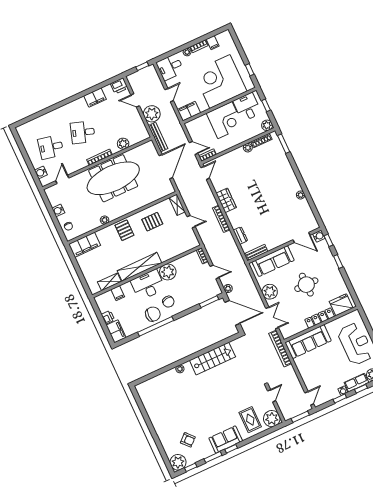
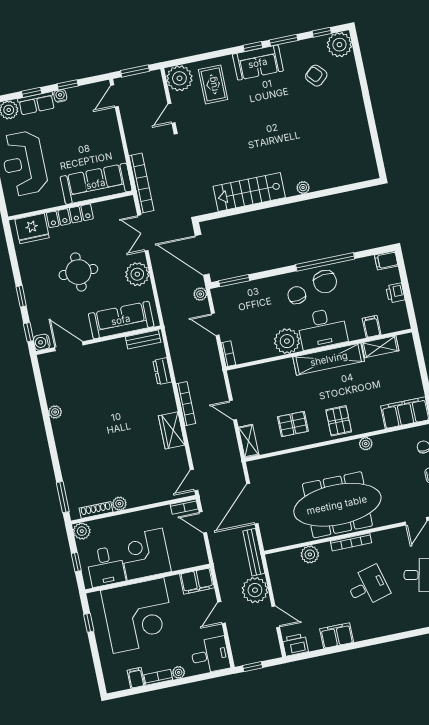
desk: (83, 132) -> (368, 586), turned -33
chair: (153, 314) -> (325, 282), turned -97
filing cabinet: (116, 331) -> (386, 260), width x0.50

